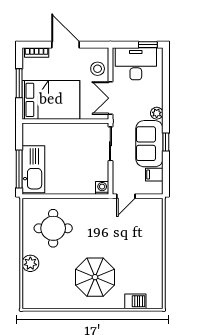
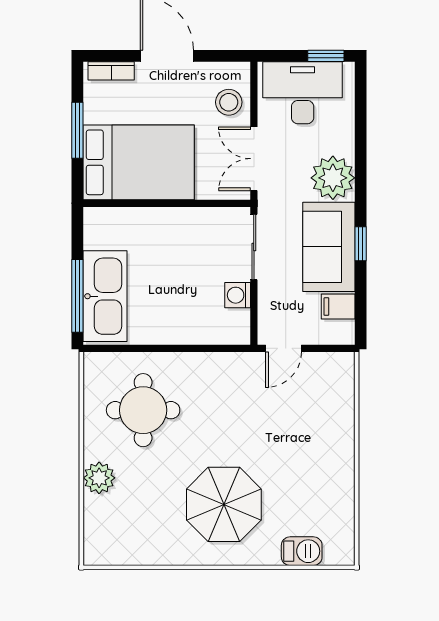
plant: (157, 113) -> (333, 178), width x1.87, depth x1.87
washing machine: (102, 188) -> (238, 295), moved, turned -90

